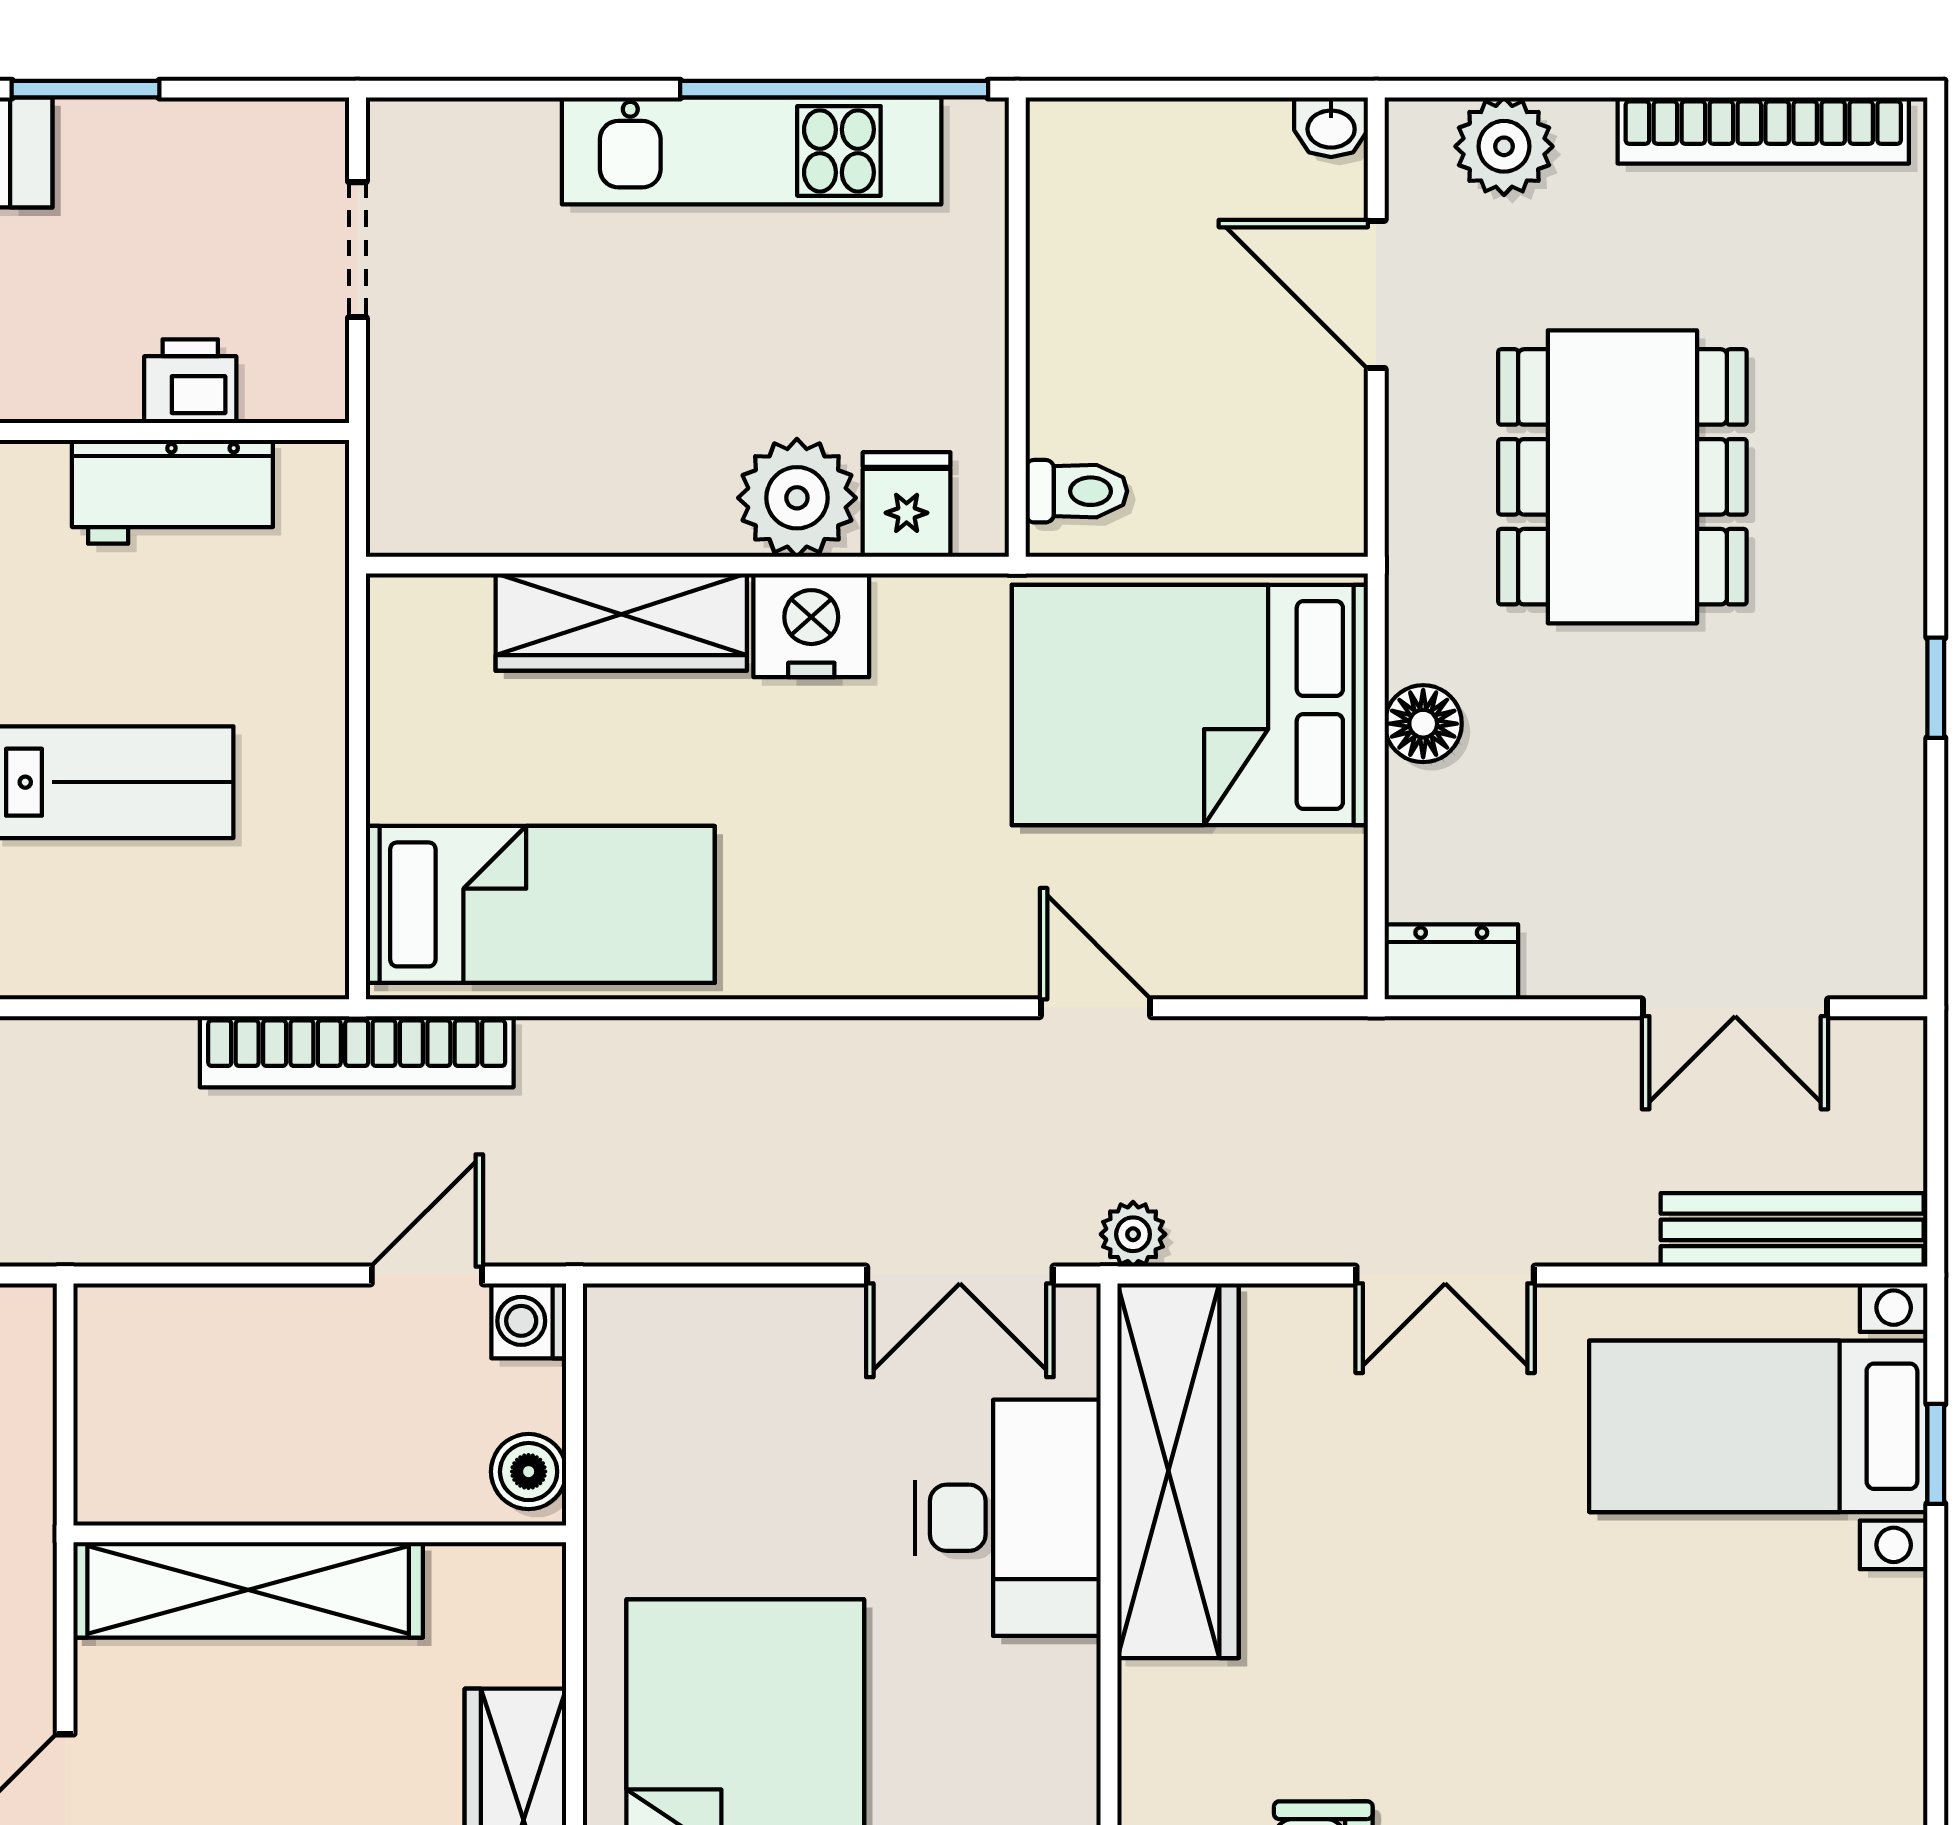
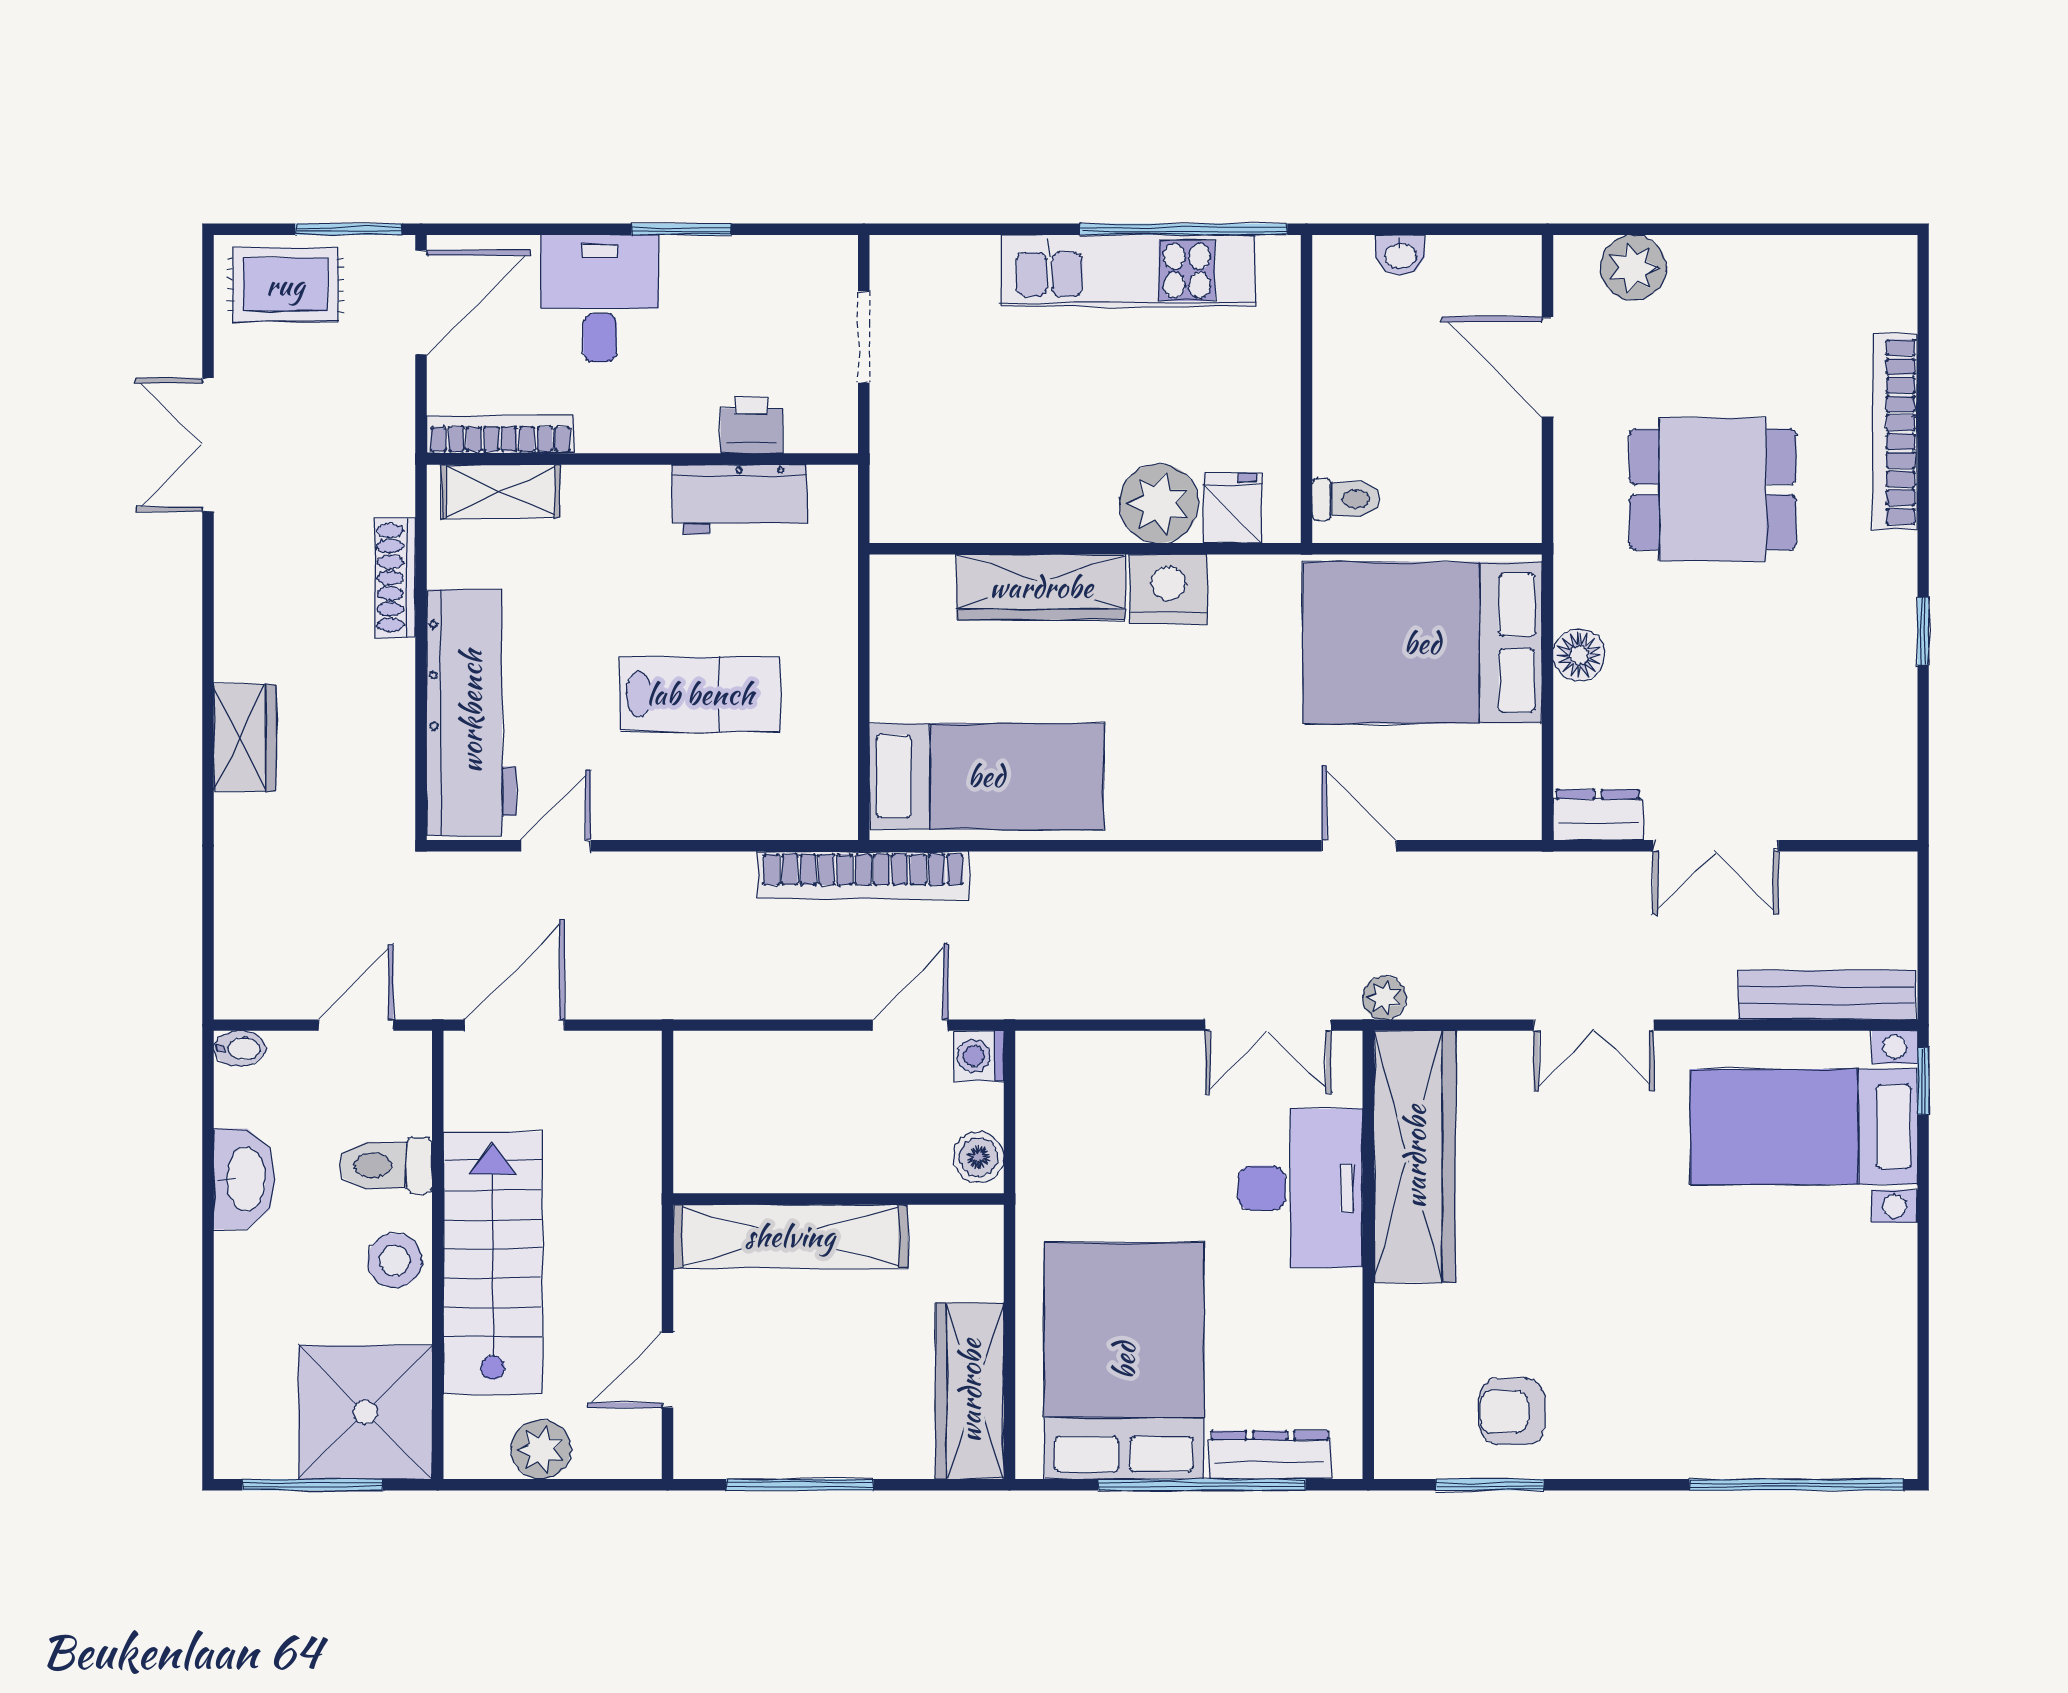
washbasin: (1331, 127) -> (1400, 255), moved
bookcase: (1763, 131) -> (1895, 432), moved, turned 90
dining table: (1622, 477) -> (1713, 489), width x0.73
double door: (1735, 1008) -> (1716, 846), moved
window: (1936, 1454) -> (1923, 1081), moved

